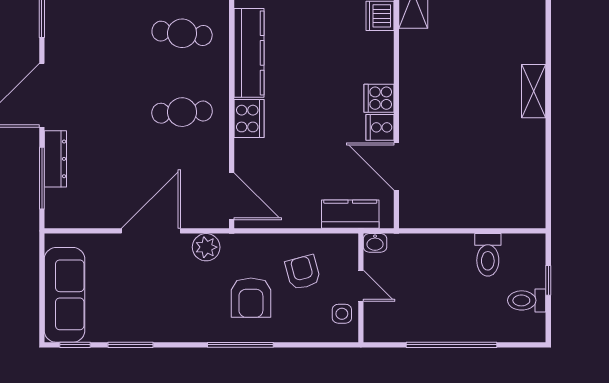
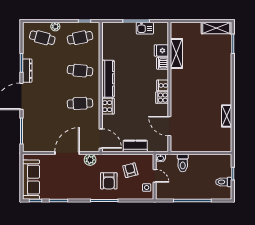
shelving: (534, 91) -> (227, 116), moved
cooker: (380, 127) -> (163, 85), moved
dresser: (55, 159) -> (27, 71), moved
kitchen counter: (350, 214) -> (135, 146), moved
toilet: (488, 255) -> (183, 163), moved

